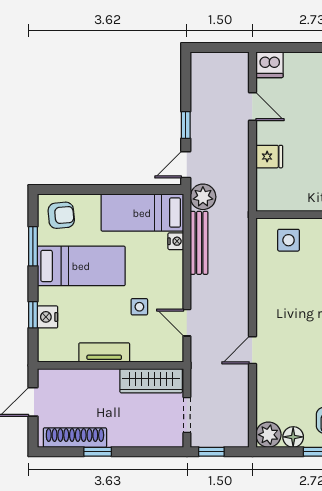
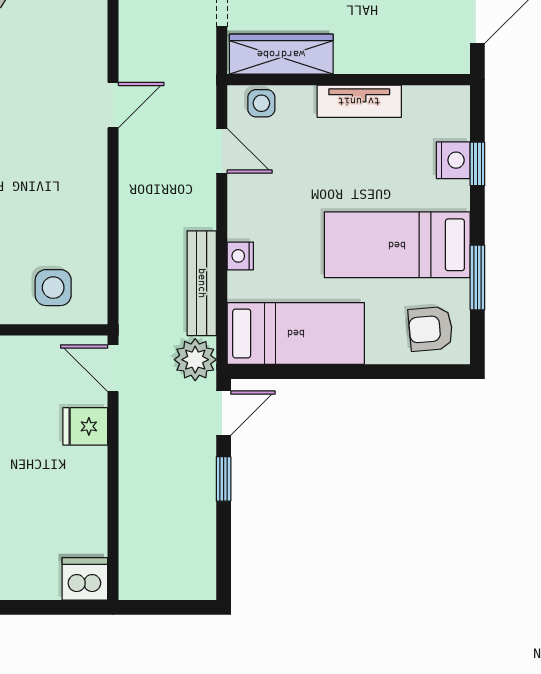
door: (252, 107) -> (113, 368), moved
nightstand: (176, 241) -> (240, 256), moved
side table: (139, 307) -> (261, 103), moved

